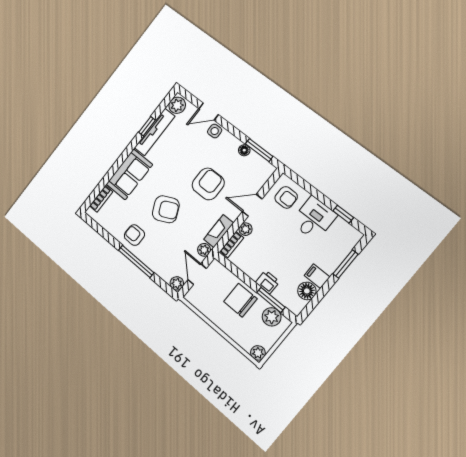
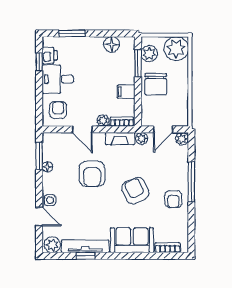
armchair: (208, 184) -> (92, 174), turned -90
filing cabinet: (317, 276) -> (126, 92), moved, turned 90
printer: (267, 282) -> (50, 55), moved, turned 180
plant: (258, 353) -> (176, 49), width x1.88, depth x1.88

